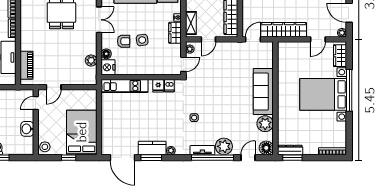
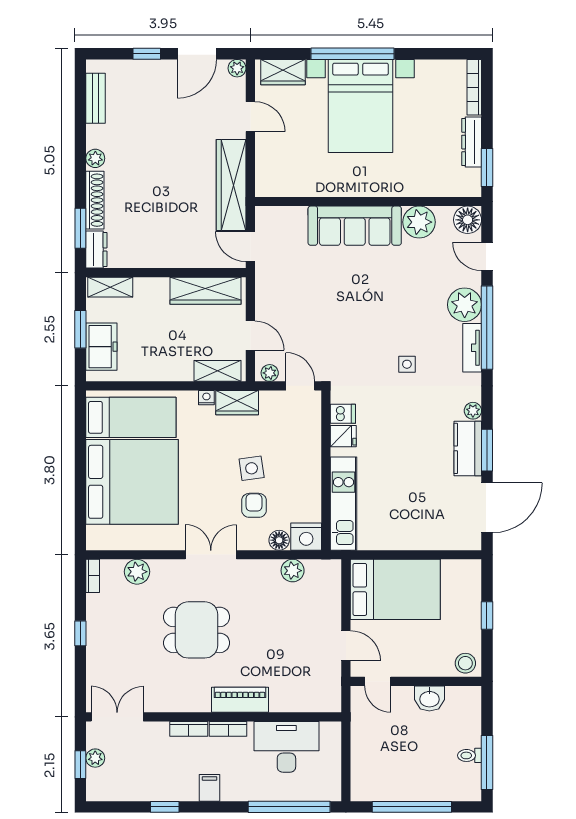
piano: (27, 65) -> (240, 700), moved
bed: (82, 132) -> (395, 589), moved, turned 180
dresser: (290, 150) -> (472, 142), moved

